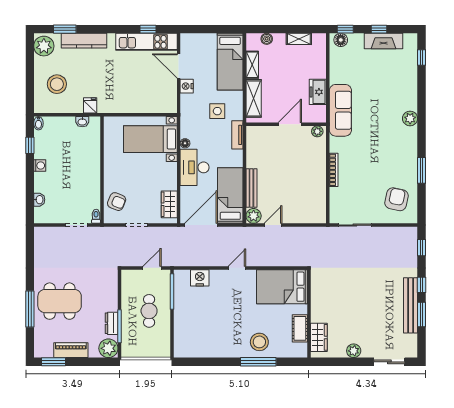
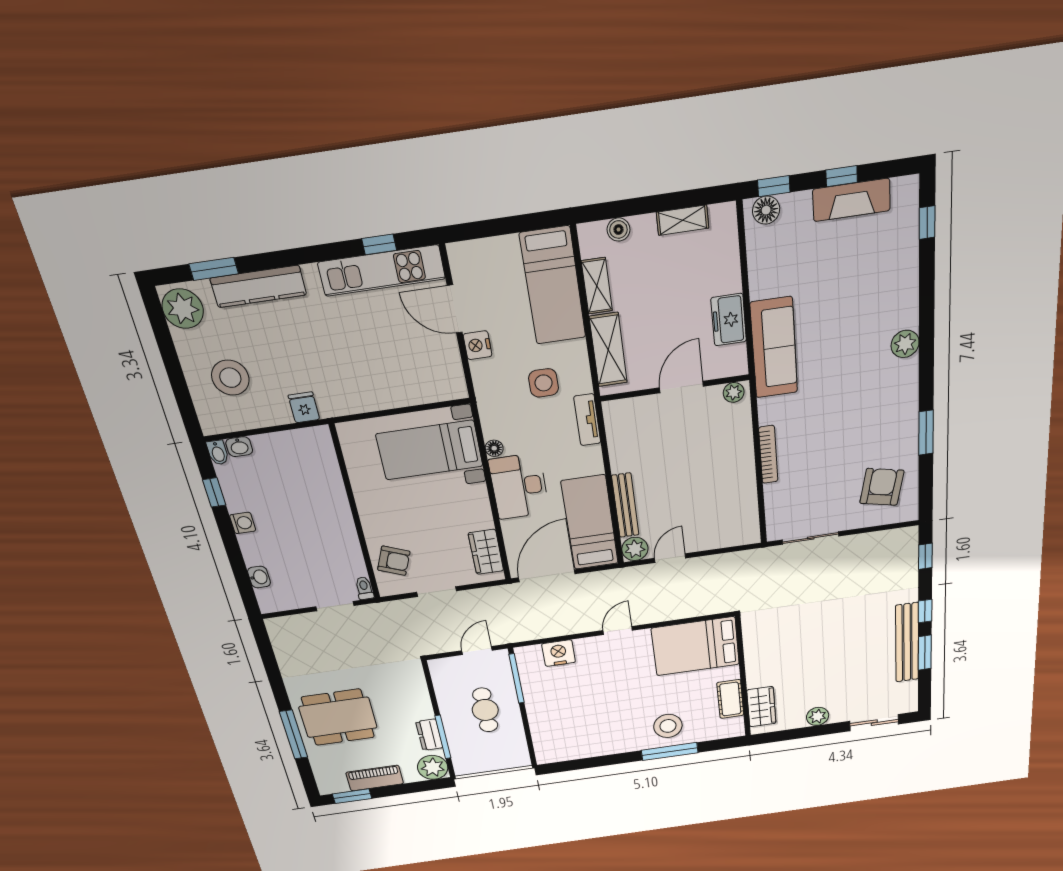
washbasin: (82, 122) -> (239, 447), moved

